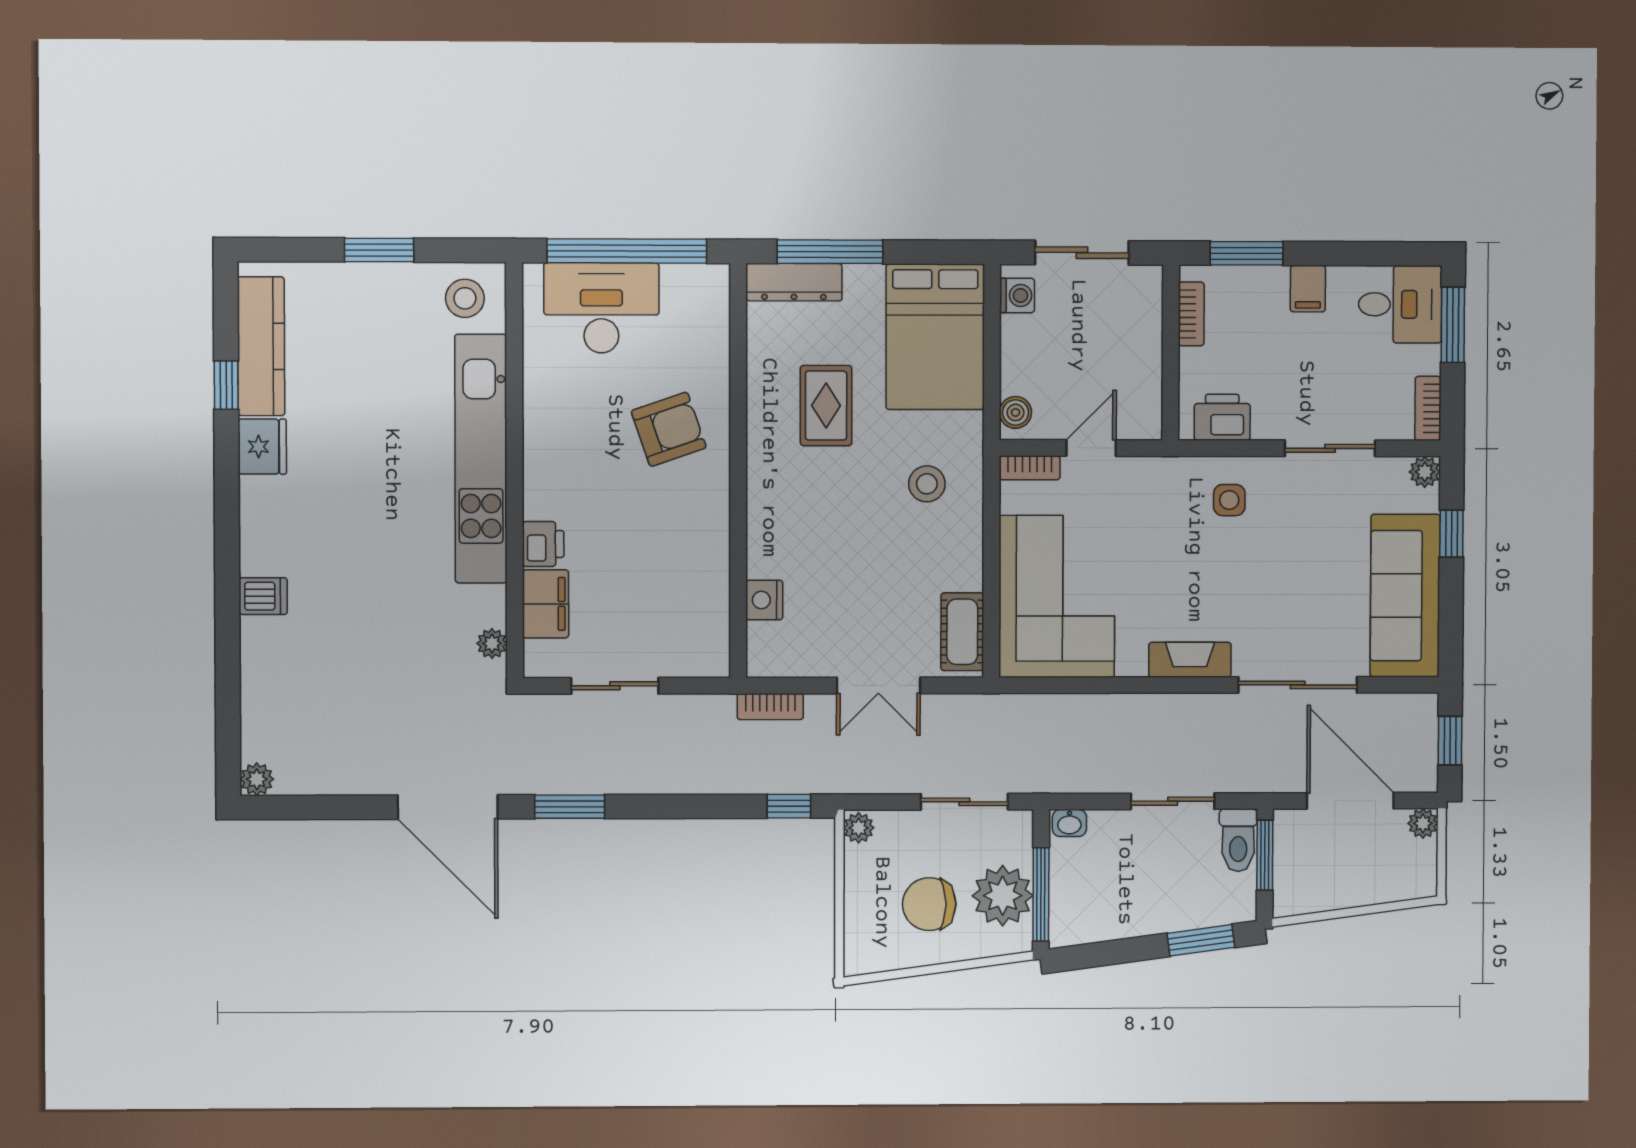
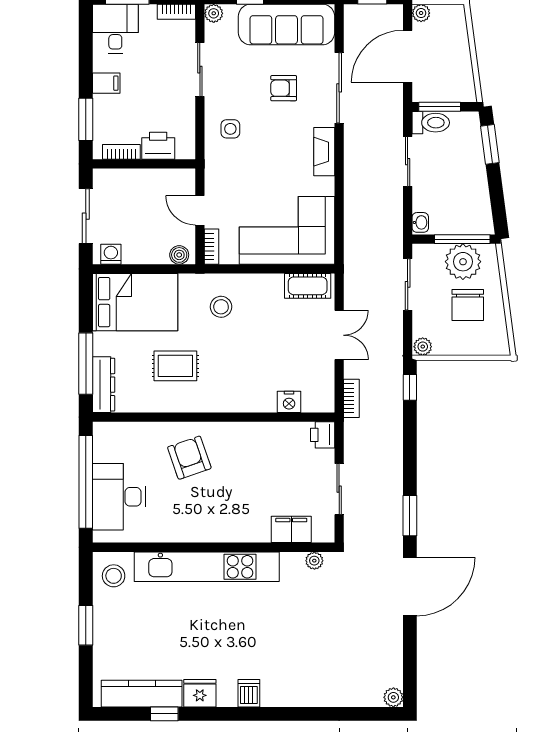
printer: (1222, 417) -> (158, 146), moved, turned 90
printer: (543, 544) -> (323, 435), moved, turned -90
armchair: (1298, 591) -> (284, 88), added
dishwasher: (263, 596) -> (249, 693), moved

